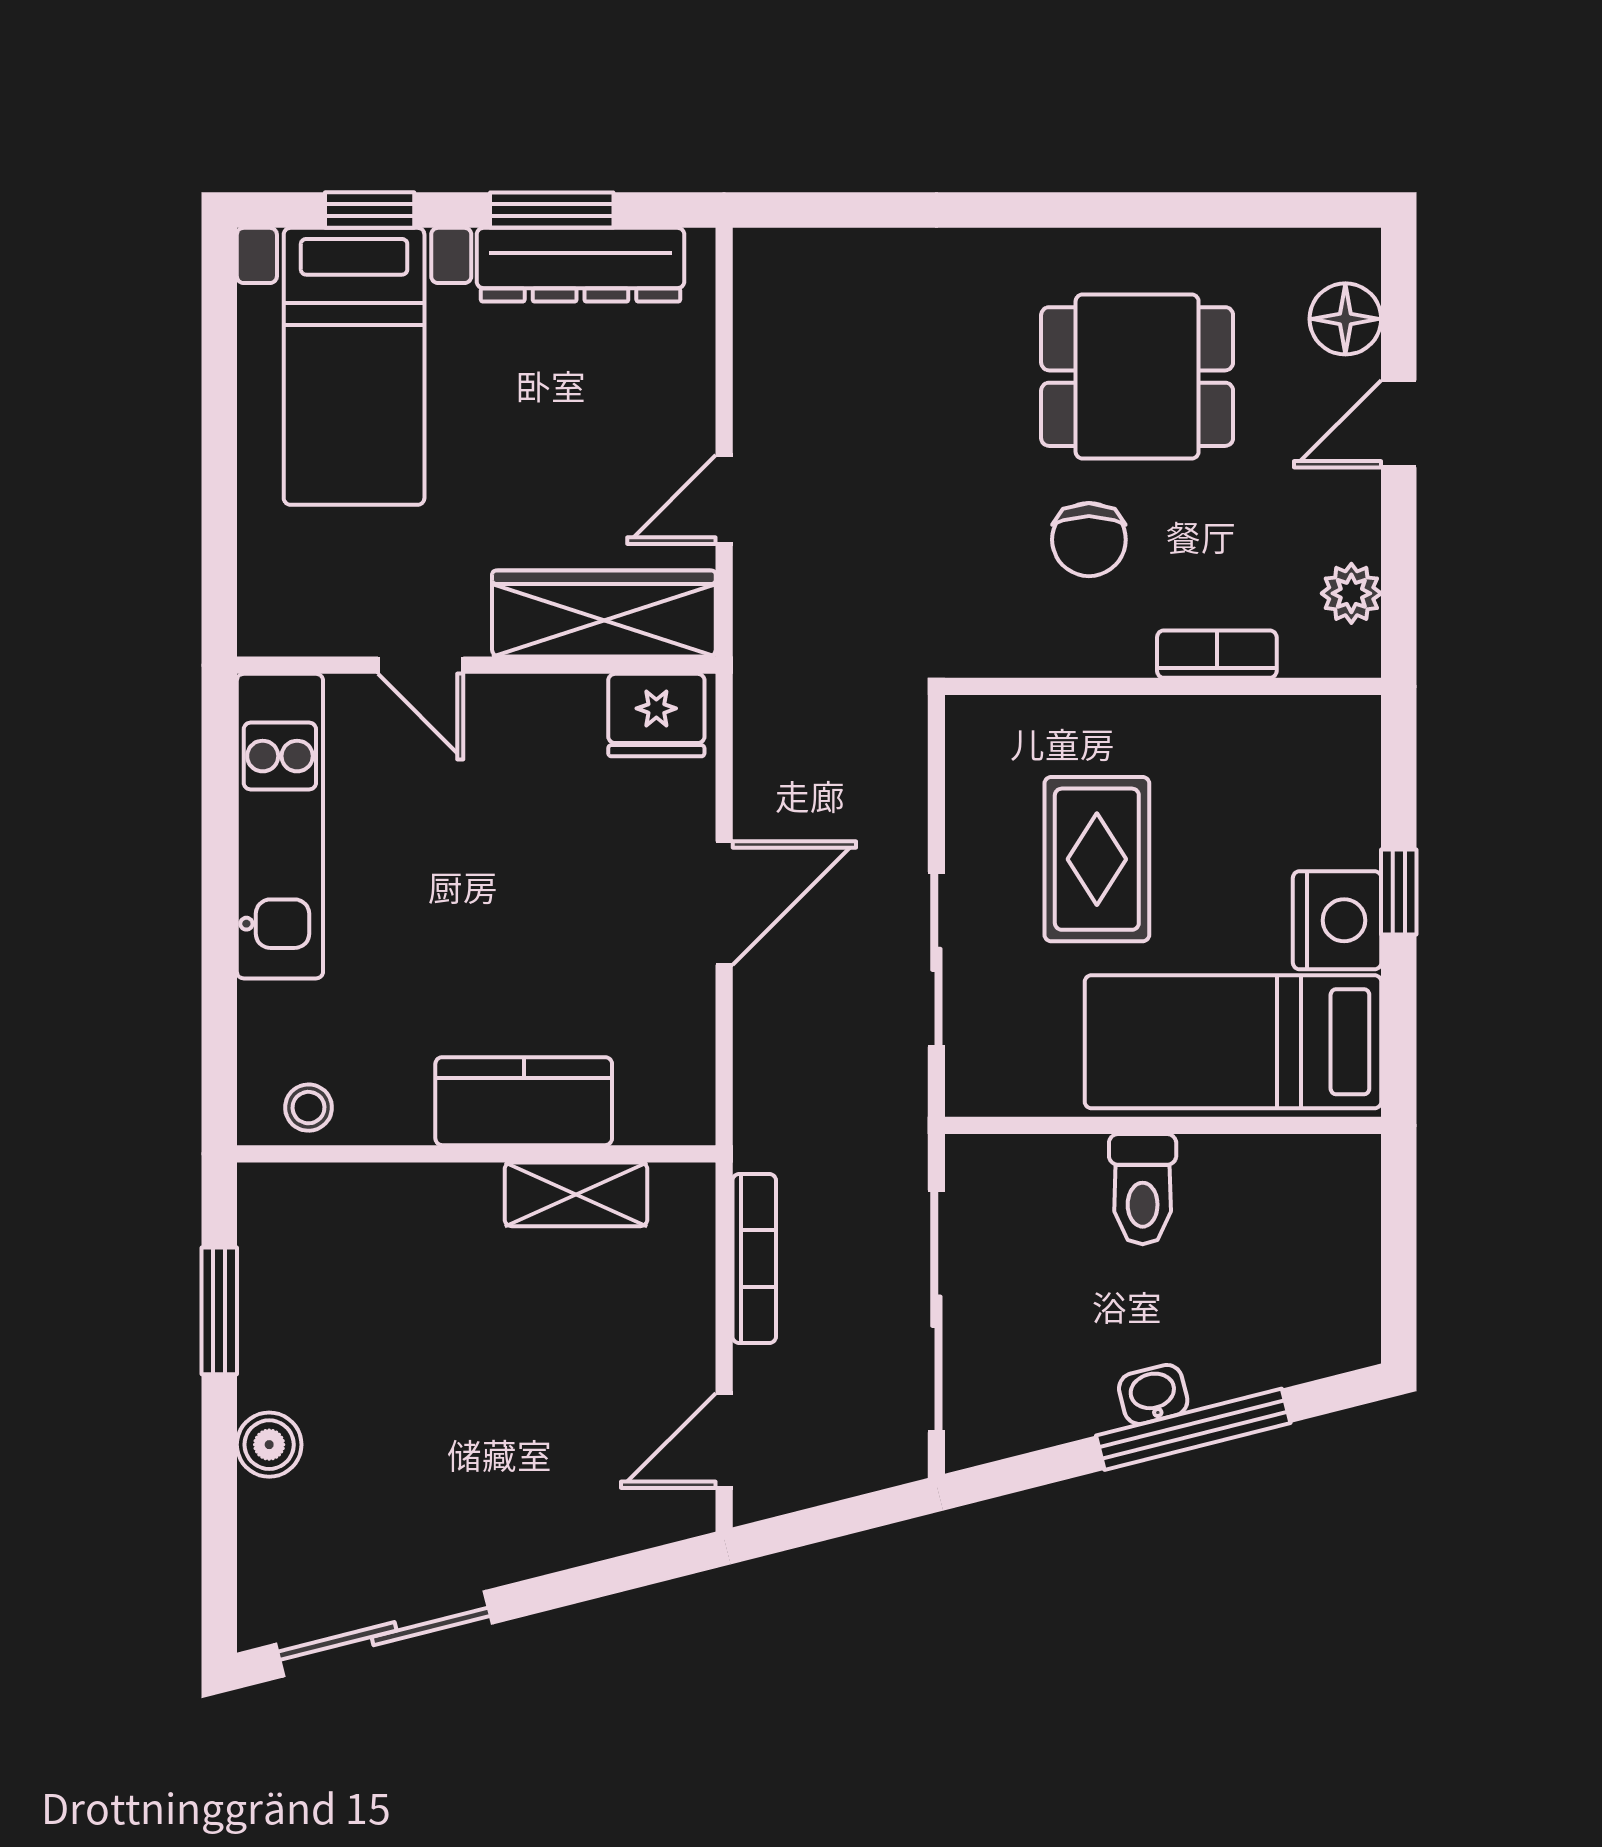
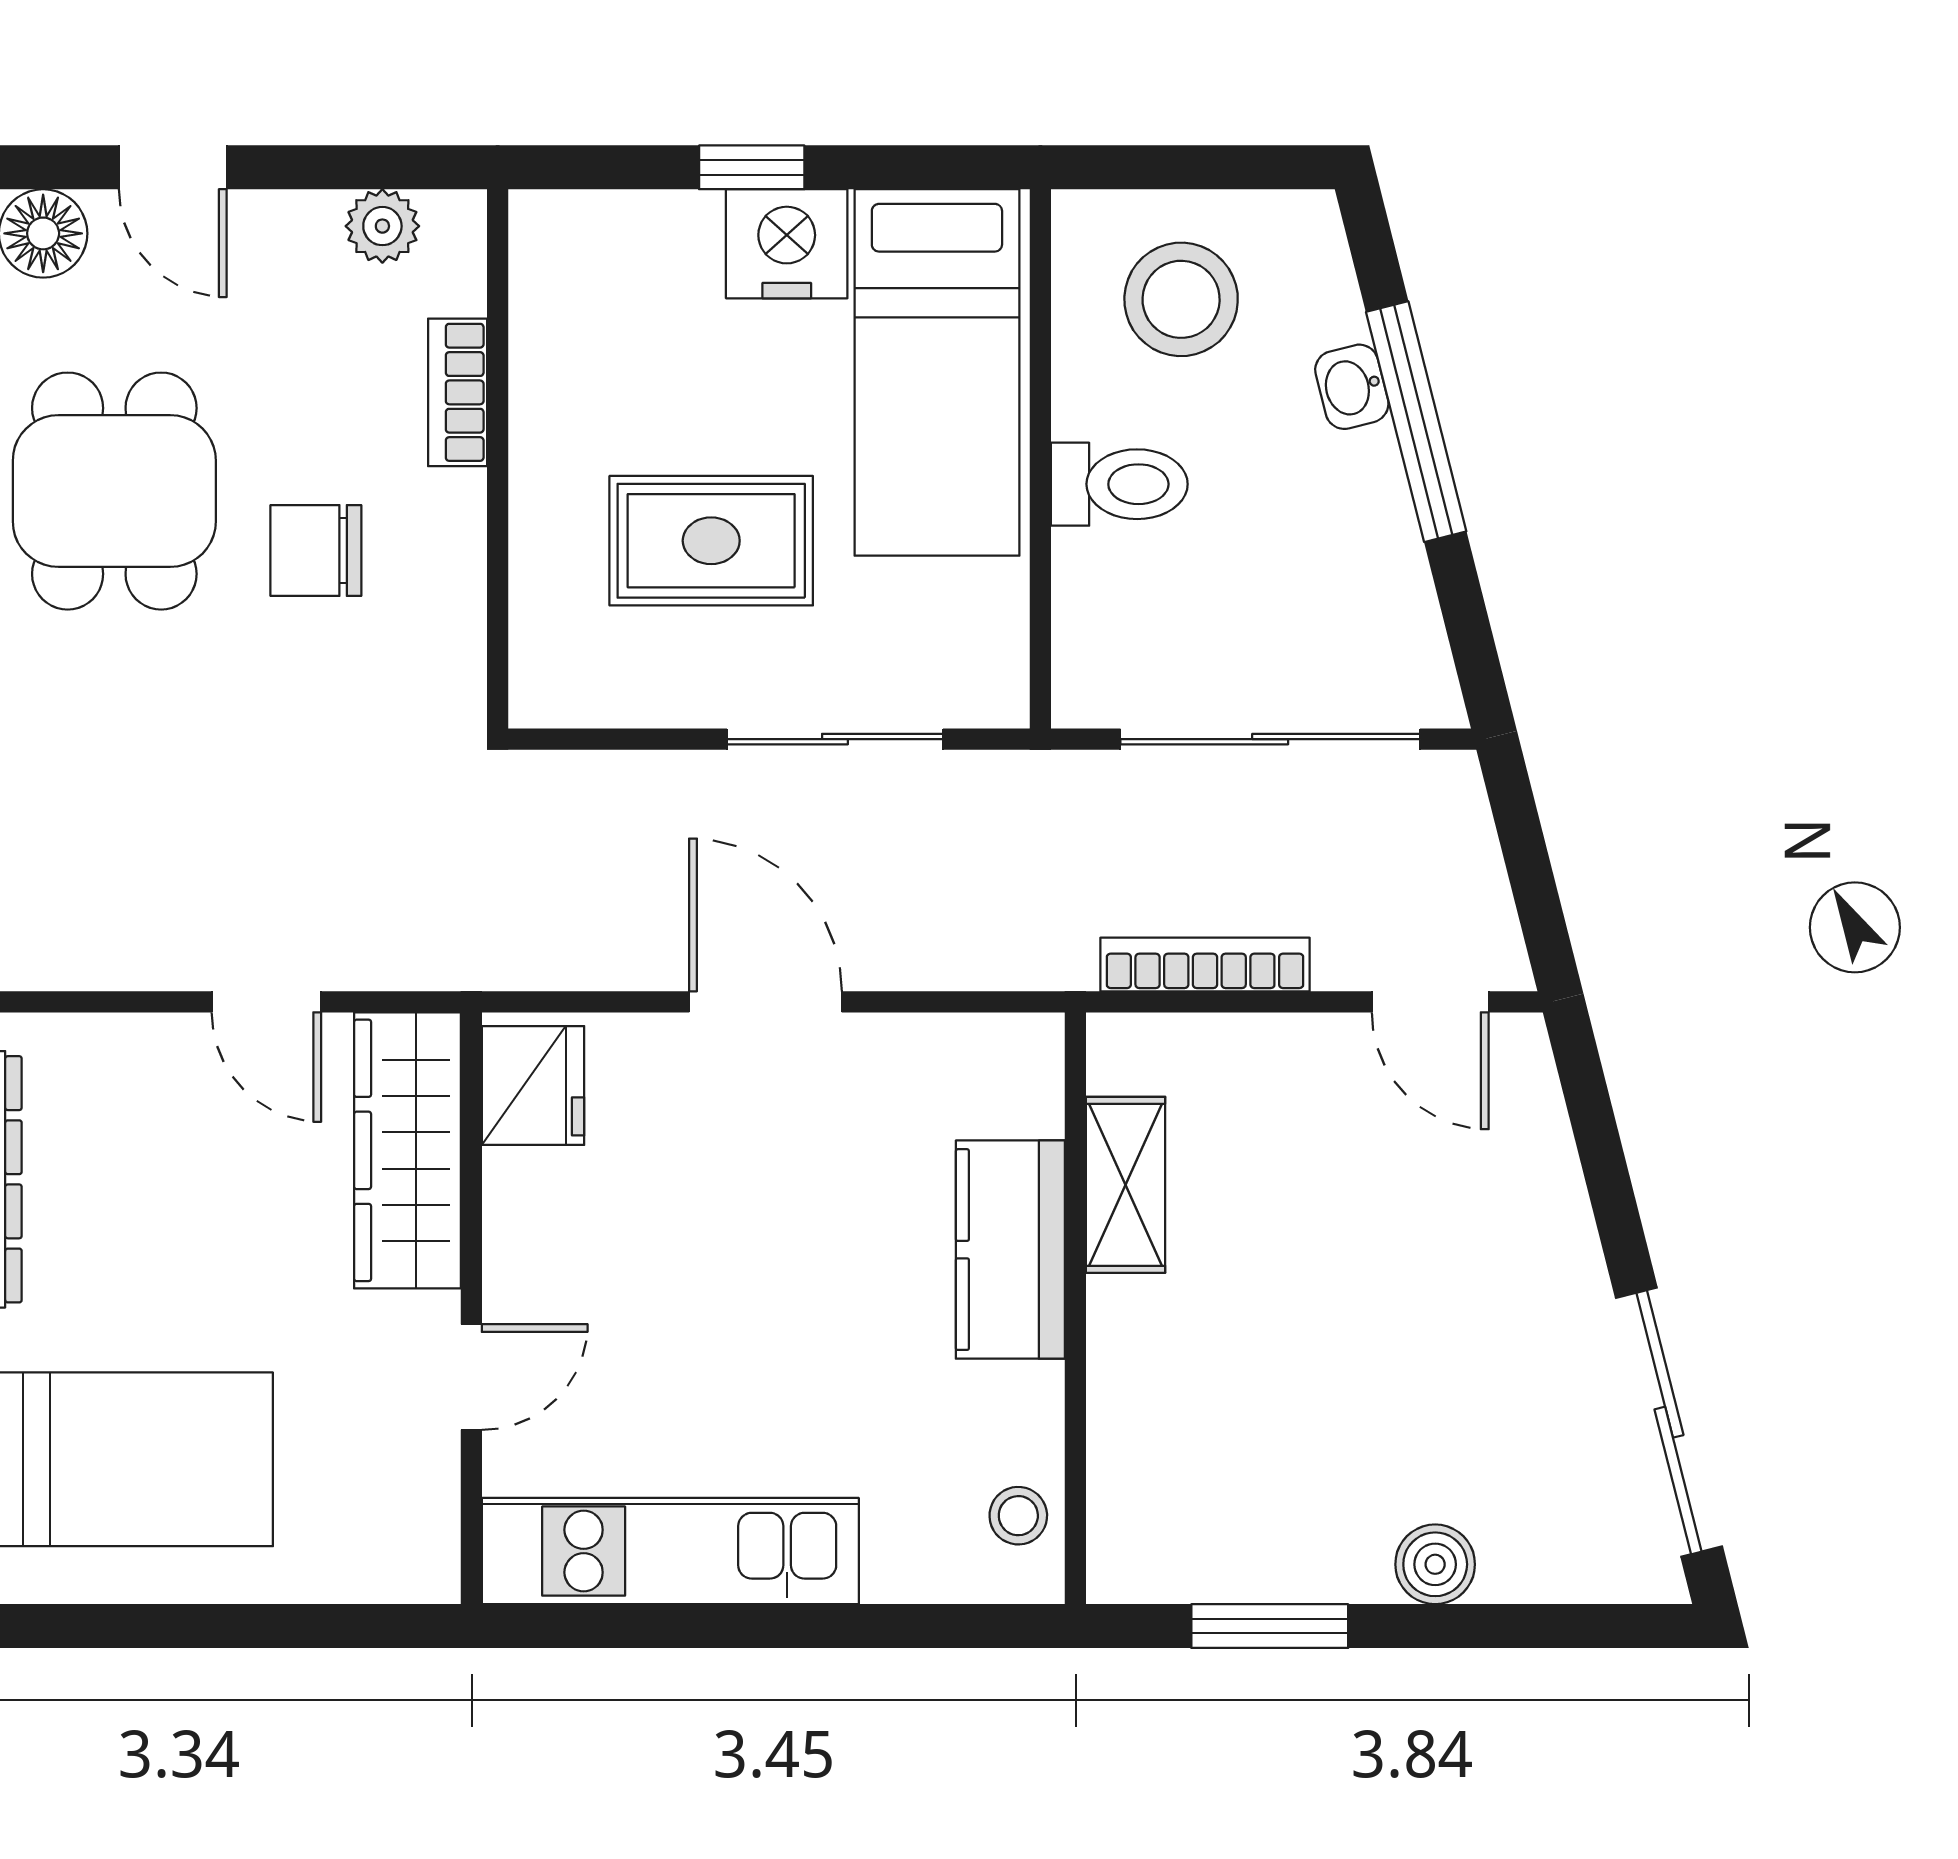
chair: (1089, 540) -> (316, 551), turned 180
stool: (1292, 1239) -> (1181, 299), added
washbasin: (1153, 1394) -> (1352, 387), moved

